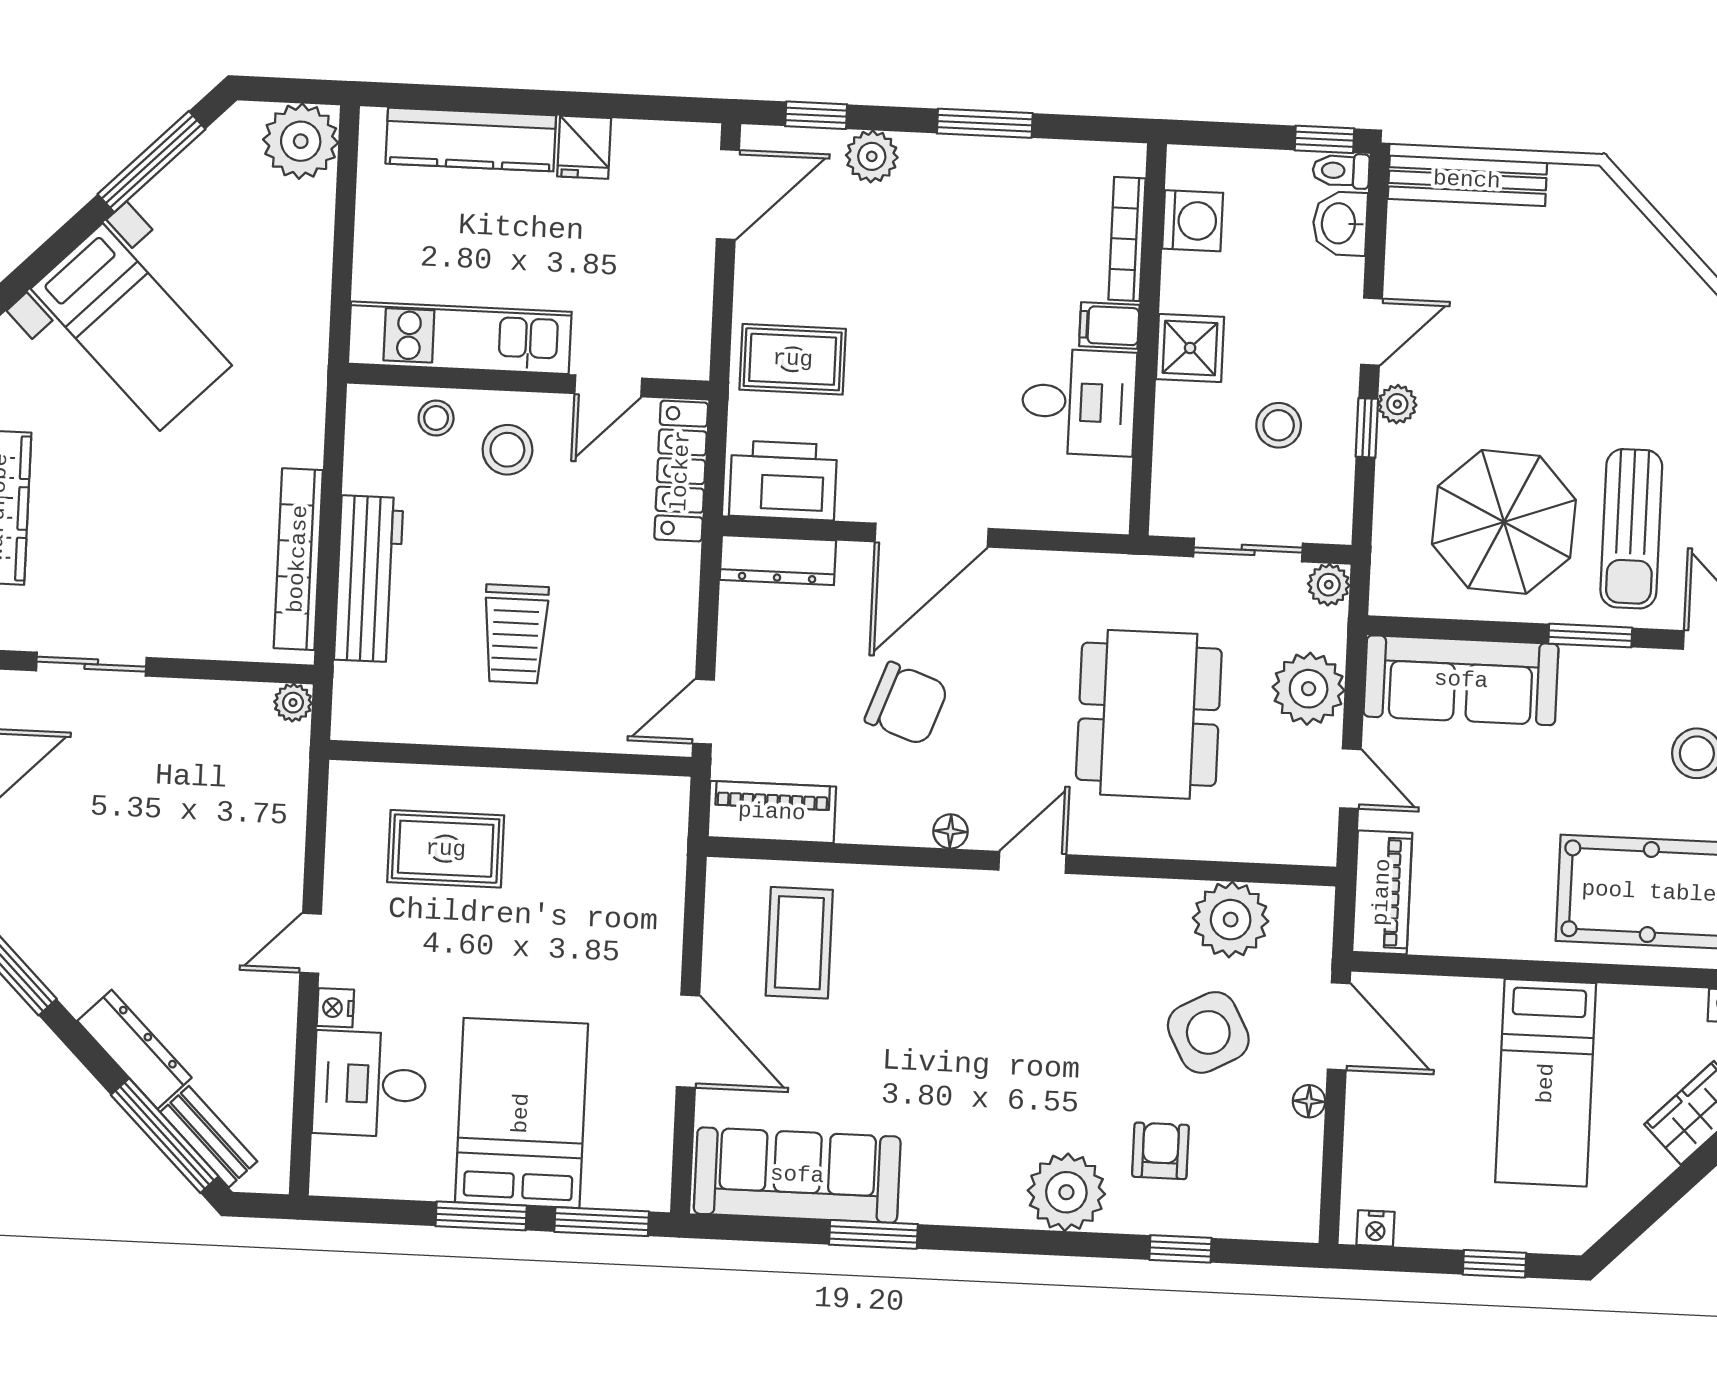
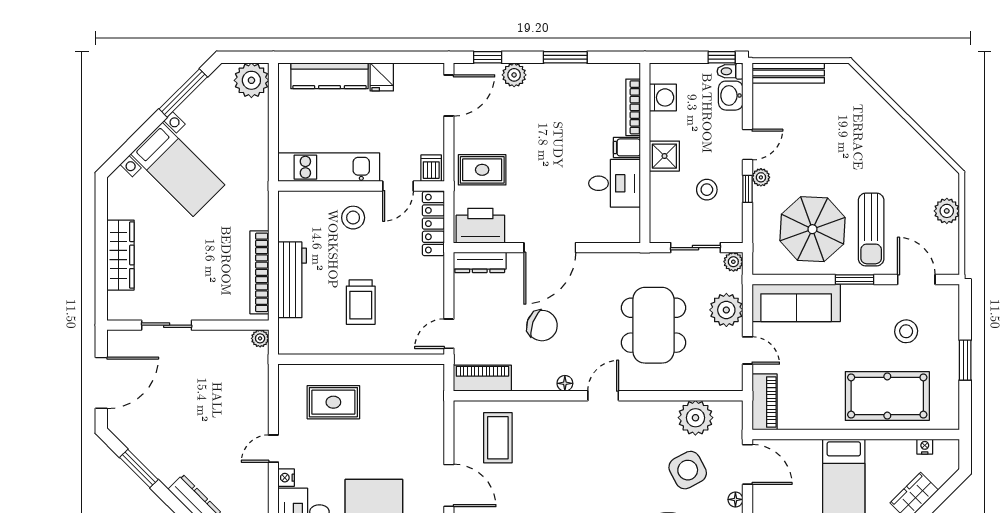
dishwasher: (682, 351) -> (431, 168), added
stool: (436, 418) -> (320, 205), removed

